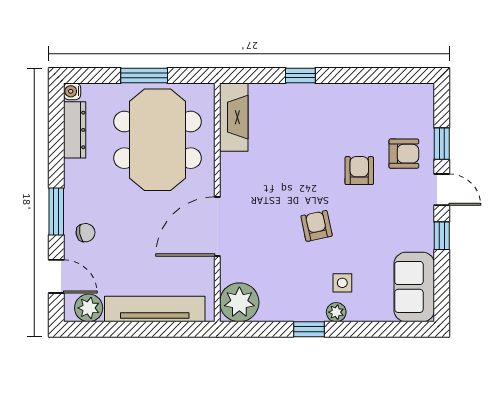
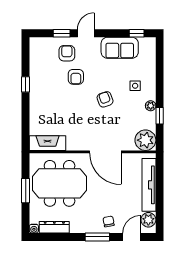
window: (300, 75) -> (26, 84), moved
armchair: (359, 171) -> (76, 77), turned -90
armchair: (317, 226) -> (105, 99), turned 82
window: (442, 236) -> (137, 33), moved
sofa: (414, 287) -> (120, 48), moved
plant: (336, 312) -> (151, 106), moved
window: (309, 329) -> (160, 116), moved

